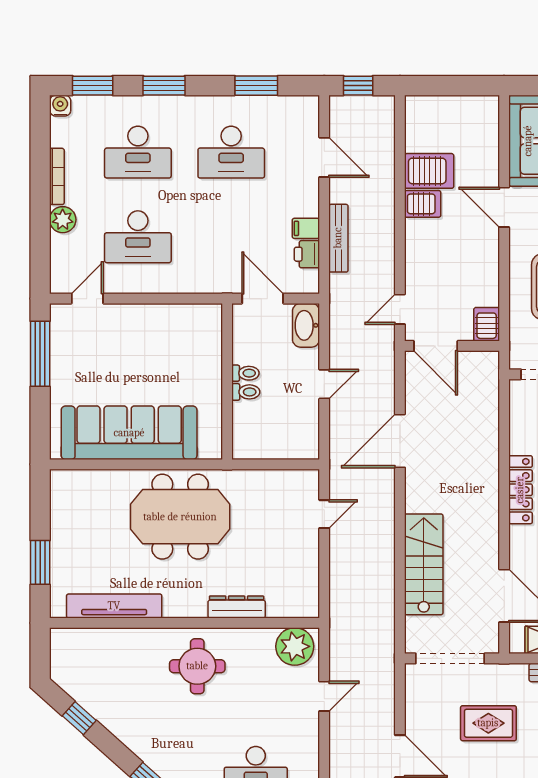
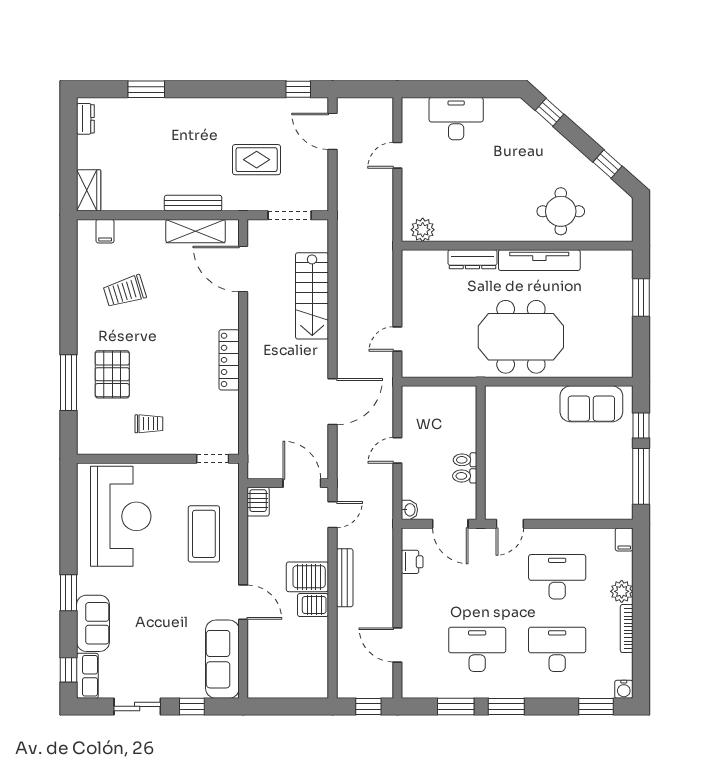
window: (164, 86) -> (506, 706), moved
server rack: (429, 171) -> (307, 577), moved
filing cabinet: (306, 228) -> (624, 539), moved, turned 90
bench: (338, 238) -> (345, 578), moved
door: (87, 299) -> (510, 524), moved
washbasin: (306, 325) -> (409, 510), width x0.52, depth x0.69
toilet: (246, 392) -> (465, 476), moved
window: (40, 413) -> (641, 425), added
sofa: (129, 433) -> (591, 404), width x0.54, depth x0.79
tv unit: (114, 606) -> (539, 260), moved
plant: (295, 646) -> (423, 230), width x0.73, depth x0.73
doorway: (450, 658) -> (290, 215), width x0.73
round table: (197, 666) -> (561, 211), moved
door: (324, 696) -> (397, 155), moved

